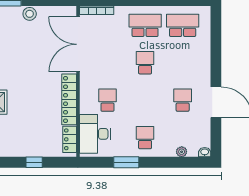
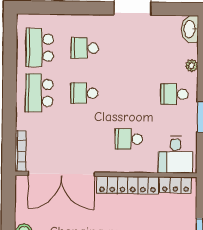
school desk: (183, 100) -> (85, 48), moved
desk: (95, 134) -> (176, 155), width x0.73
plant: (182, 152) -> (192, 66), moved
washbasin: (205, 152) -> (190, 29), width x1.91, depth x1.45

